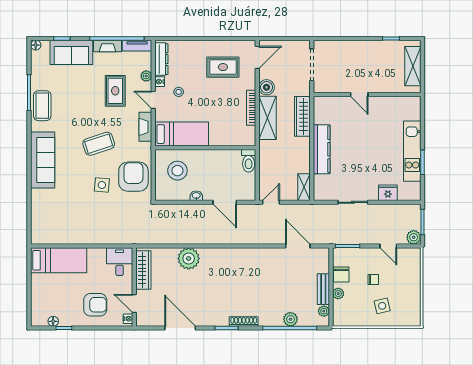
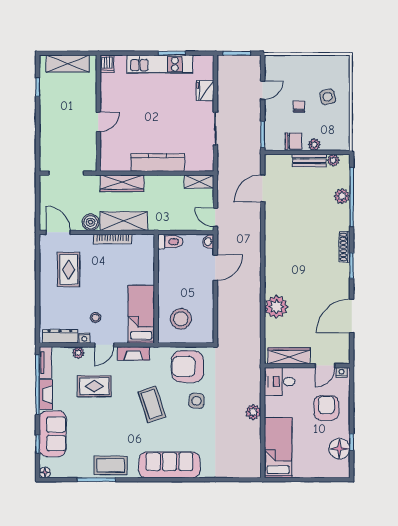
dishwasher: (413, 102) -> (107, 64), added
washbasin: (196, 196) -> (208, 242), moved
plant: (414, 237) -> (253, 412), moved
floor lamp: (53, 321) -> (339, 449), width x1.89, depth x1.89

